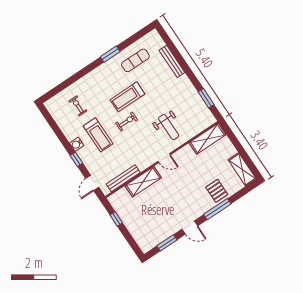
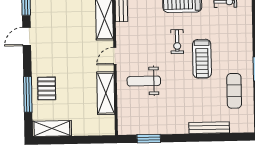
treadmill: (127, 97) -> (202, 59), turned 180
shelving: (207, 139) -> (106, 93), moved
pallet: (217, 191) -> (47, 88), turned 90
window: (217, 209) -> (28, 94), moved

